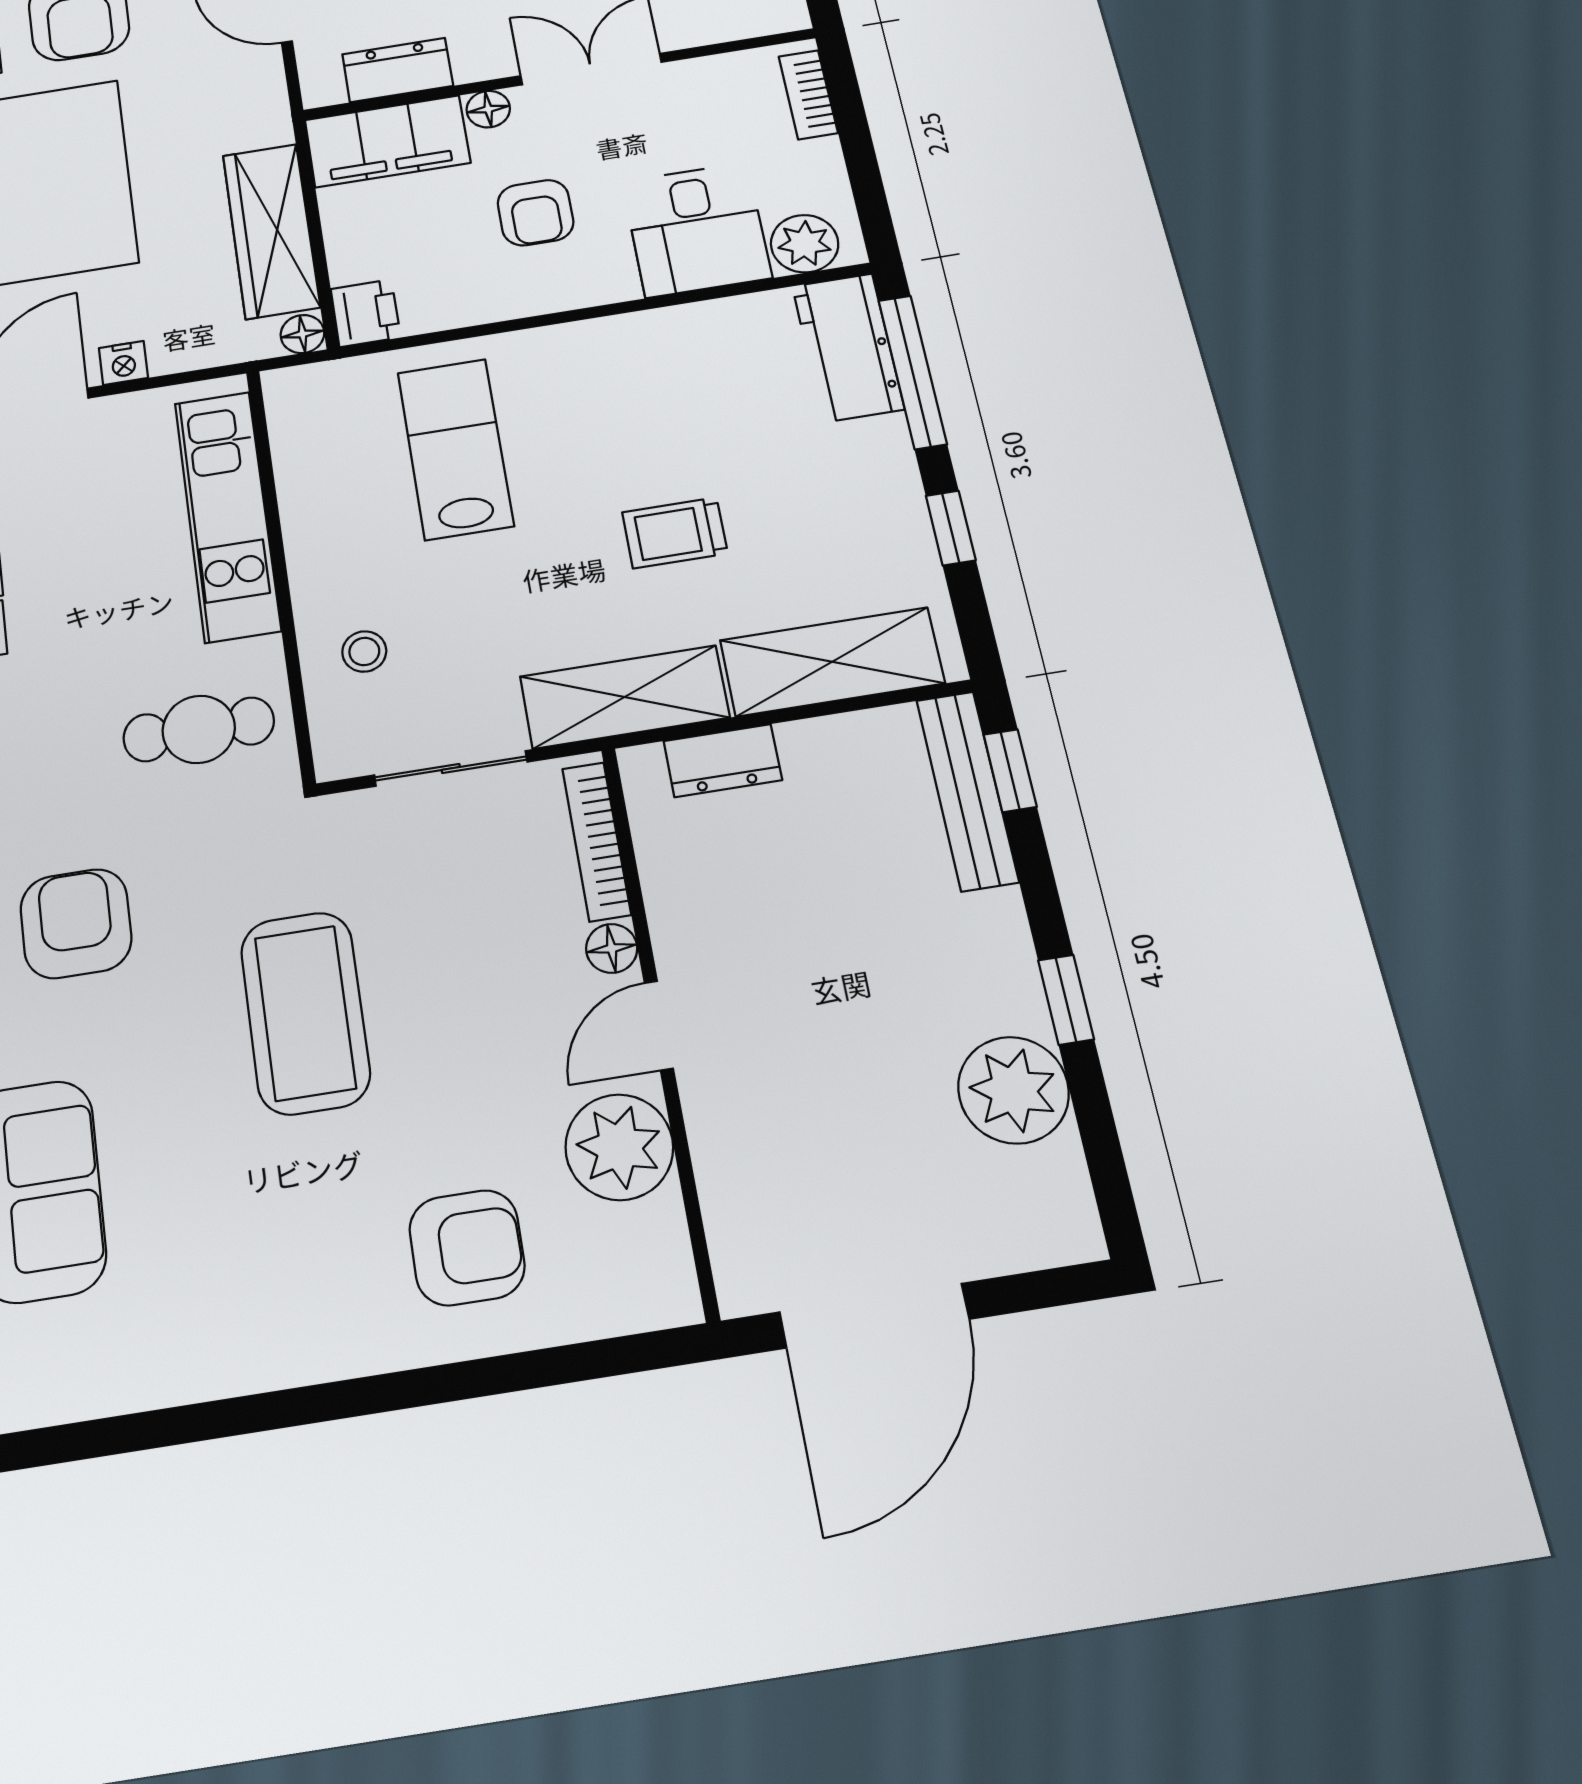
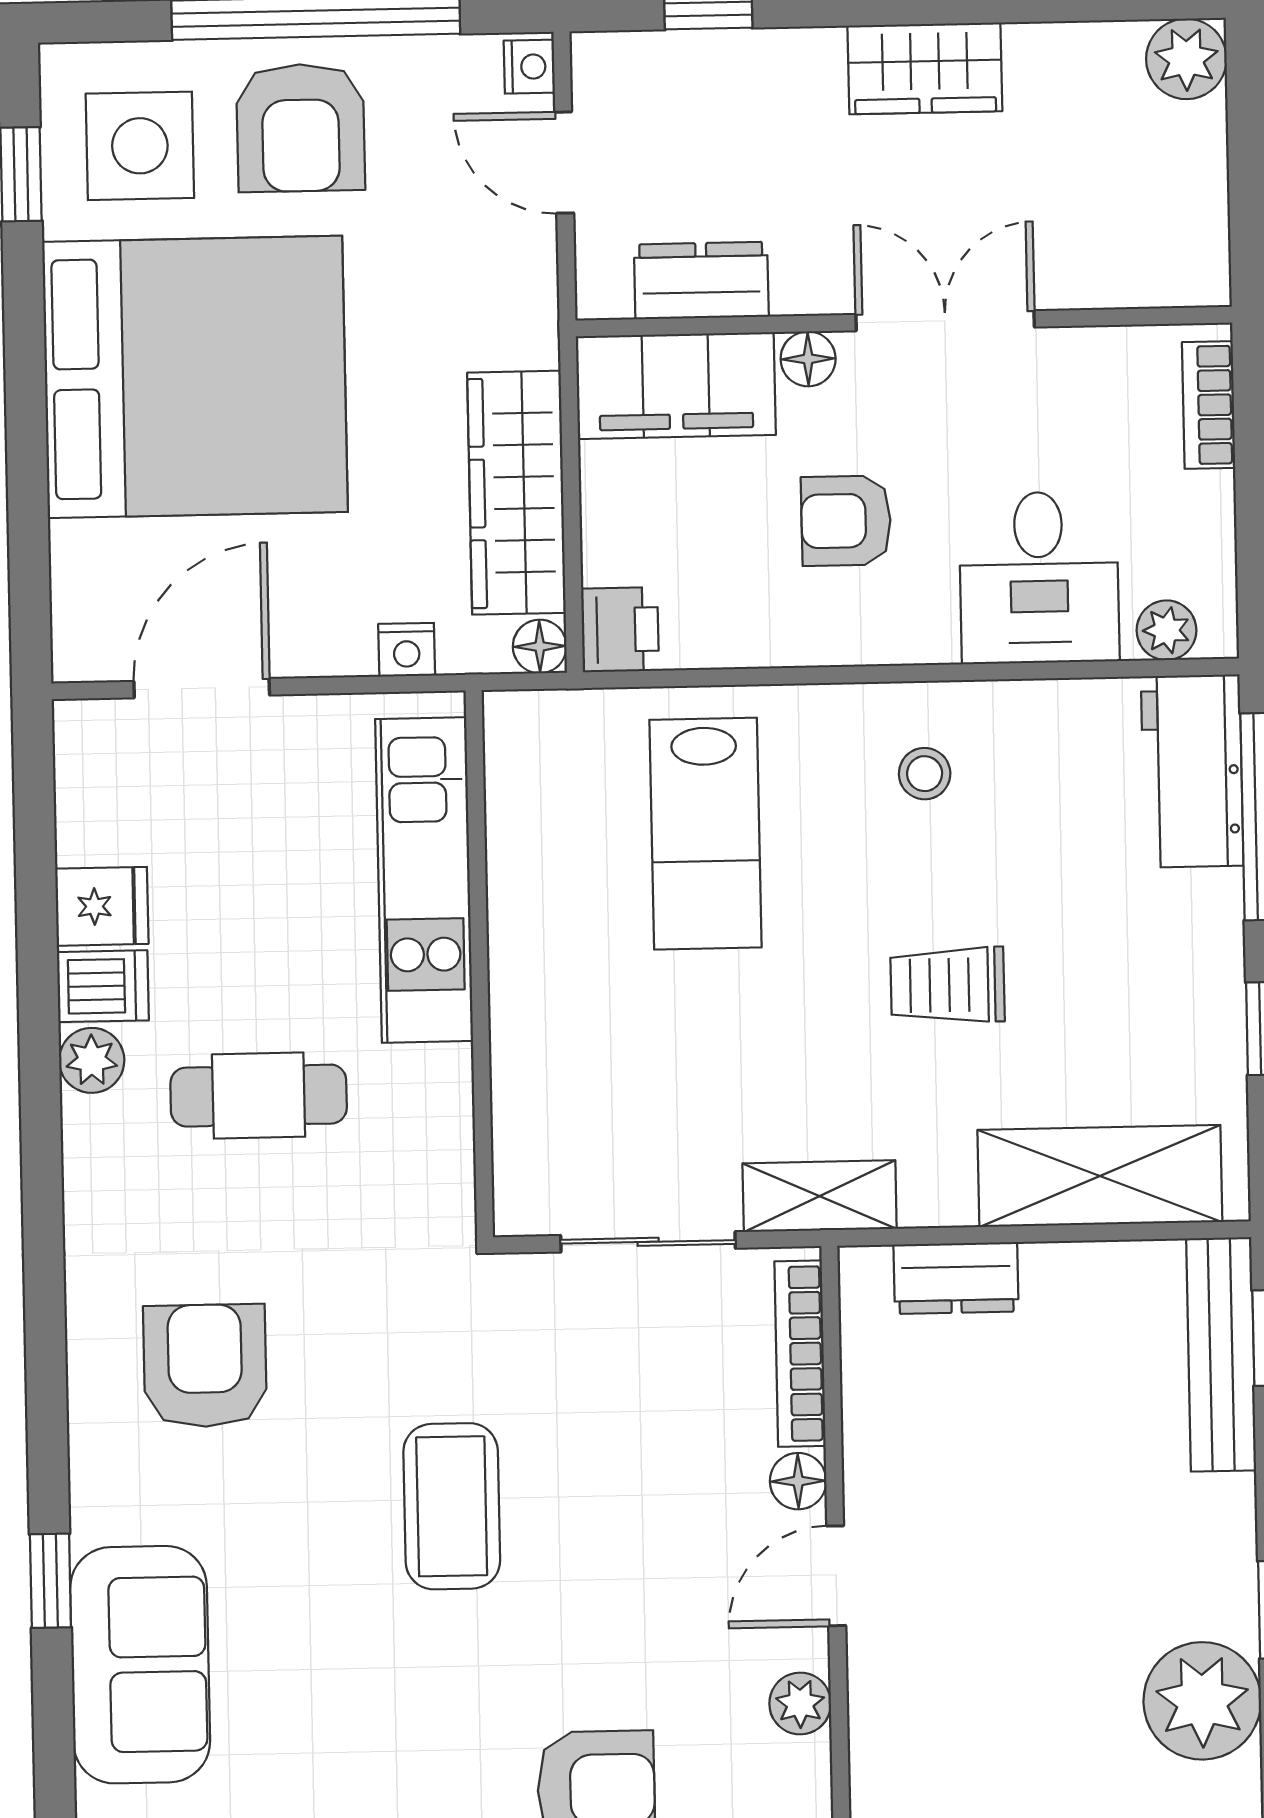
armchair: (536, 213) -> (846, 521), turned 90
plant: (805, 244) -> (1166, 630), width x0.73, depth x0.73
nightstand: (123, 363) -> (407, 650), moved
lab bench: (455, 449) -> (705, 834), turned 180
stool: (364, 651) -> (925, 774), moved
shelving: (625, 697) -> (820, 1196), width x0.67, depth x0.75
cafe table: (199, 729) -> (259, 1096), moved
coffee table: (305, 1013) -> (452, 1506), width x0.73, depth x0.76
plant: (619, 1147) -> (800, 1703), width x0.53, depth x0.53

